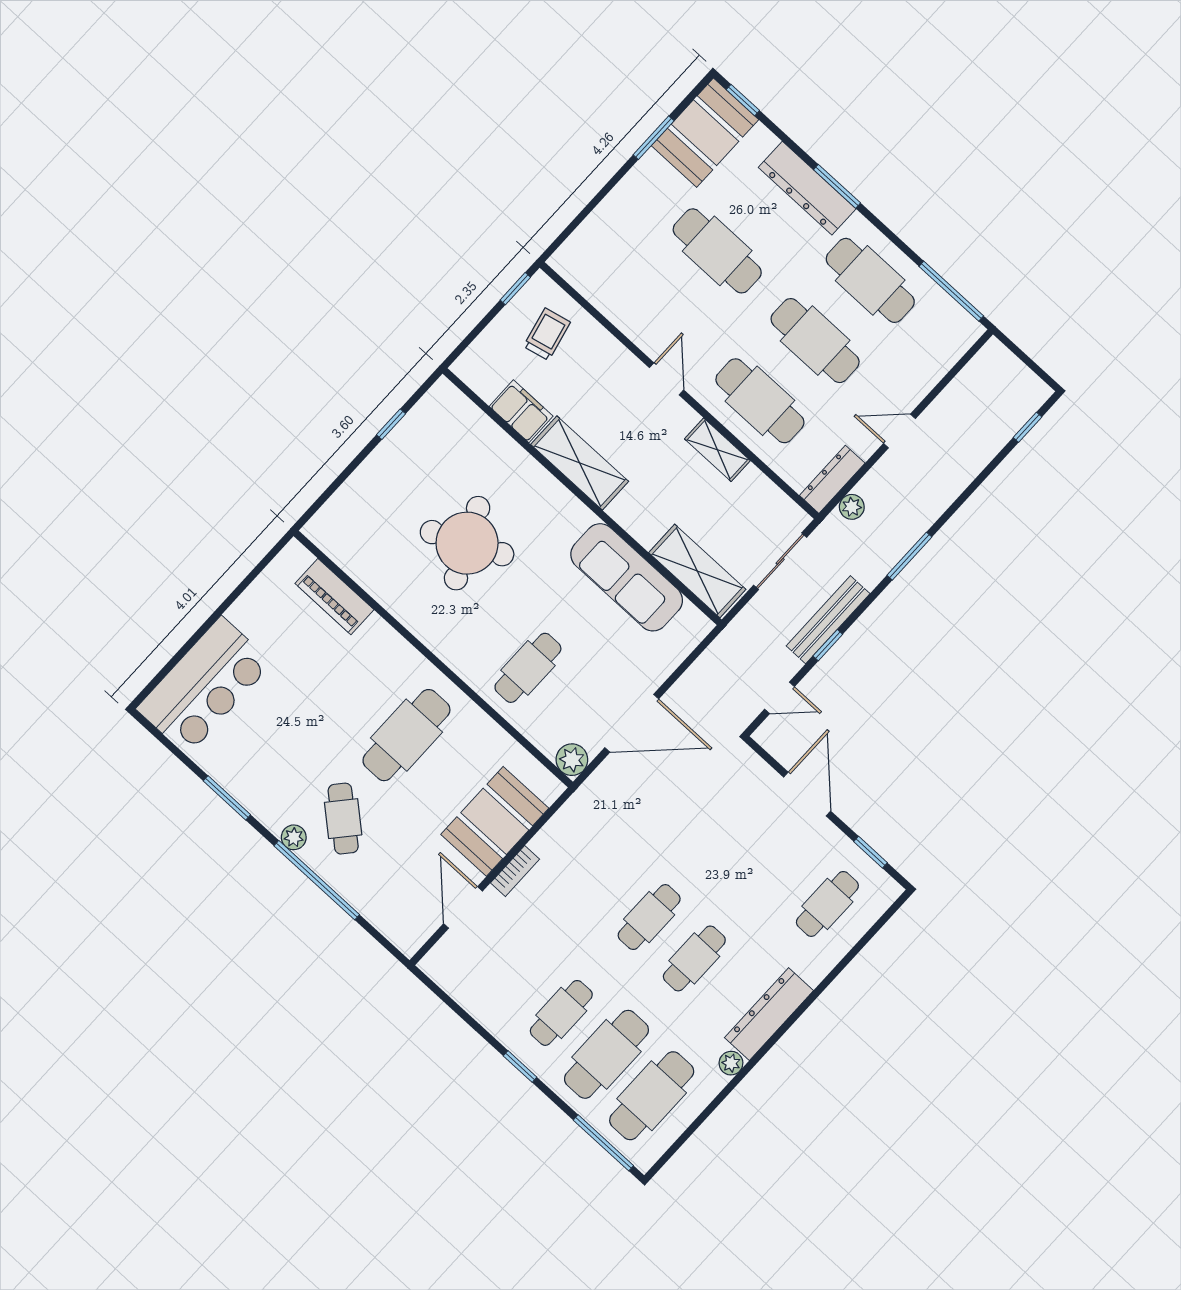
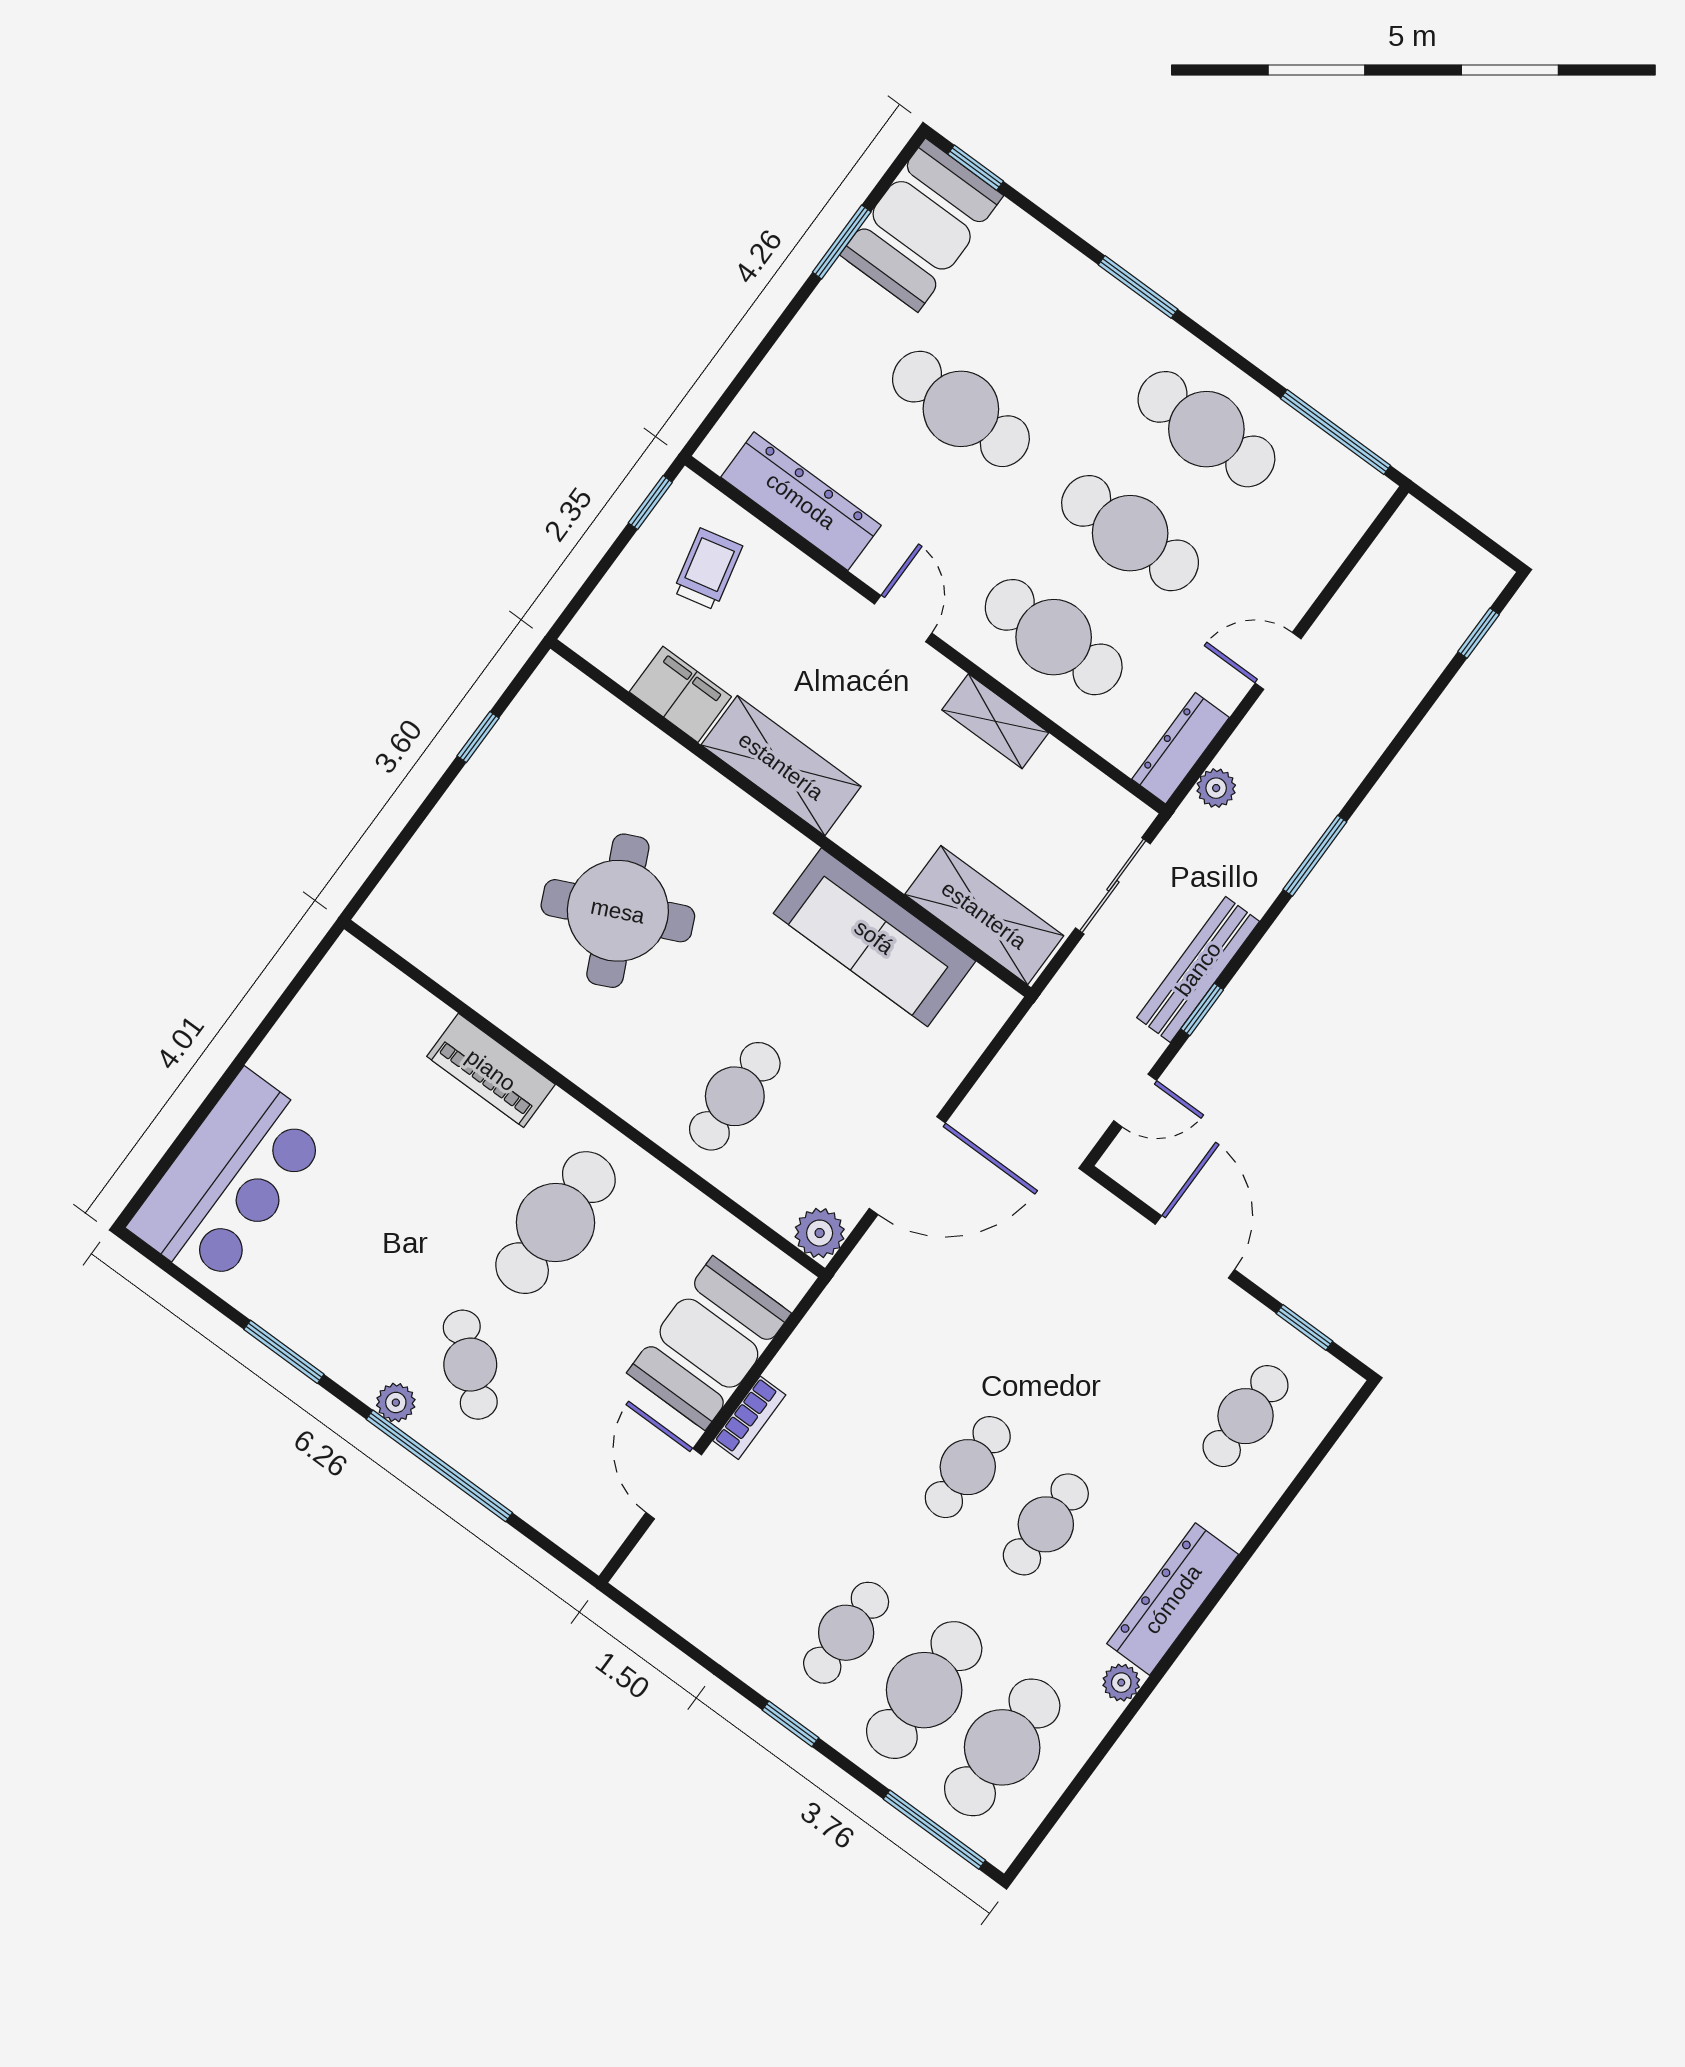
dresser: (807, 188) -> (801, 501), moved, turned 180
piano: (334, 597) -> (491, 1070), moved

